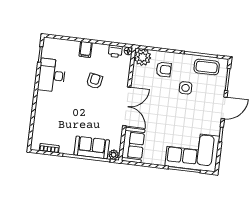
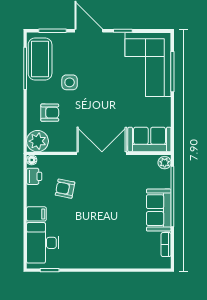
coffee table: (207, 67) -> (40, 59), width x1.36, depth x1.32
armchair: (164, 70) -> (50, 113), turned 90
desk: (52, 75) -> (43, 243), moved, turned 90
armchair: (95, 81) -> (65, 189), moved
sofa: (92, 147) -> (159, 210), moved

